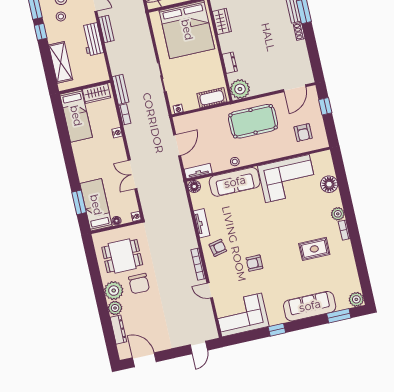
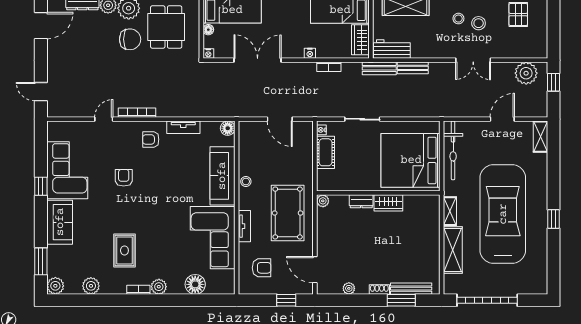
wardrobe: (222, 21) -> (388, 203), moved
bench: (106, 29) -> (413, 68), moved
workbench: (92, 39) -> (392, 49), moved
plant: (304, 57) -> (349, 288), added
bench: (121, 89) -> (379, 68), moved
plant: (240, 89) -> (323, 201), width x0.53, depth x0.53
cot: (212, 98) -> (325, 152), moved
armchair: (303, 133) -> (262, 268), turned 180
tv unit: (198, 171) -> (244, 226), moved
double door: (133, 174) -> (258, 60), width x1.37
armchair: (218, 248) -> (151, 139), turned 102
plant: (350, 270) -> (91, 286), added
chair: (139, 284) -> (130, 39), turned 180
sofa: (310, 306) -> (60, 222), width x0.73
corner sofa: (242, 315) -> (67, 170), moved

